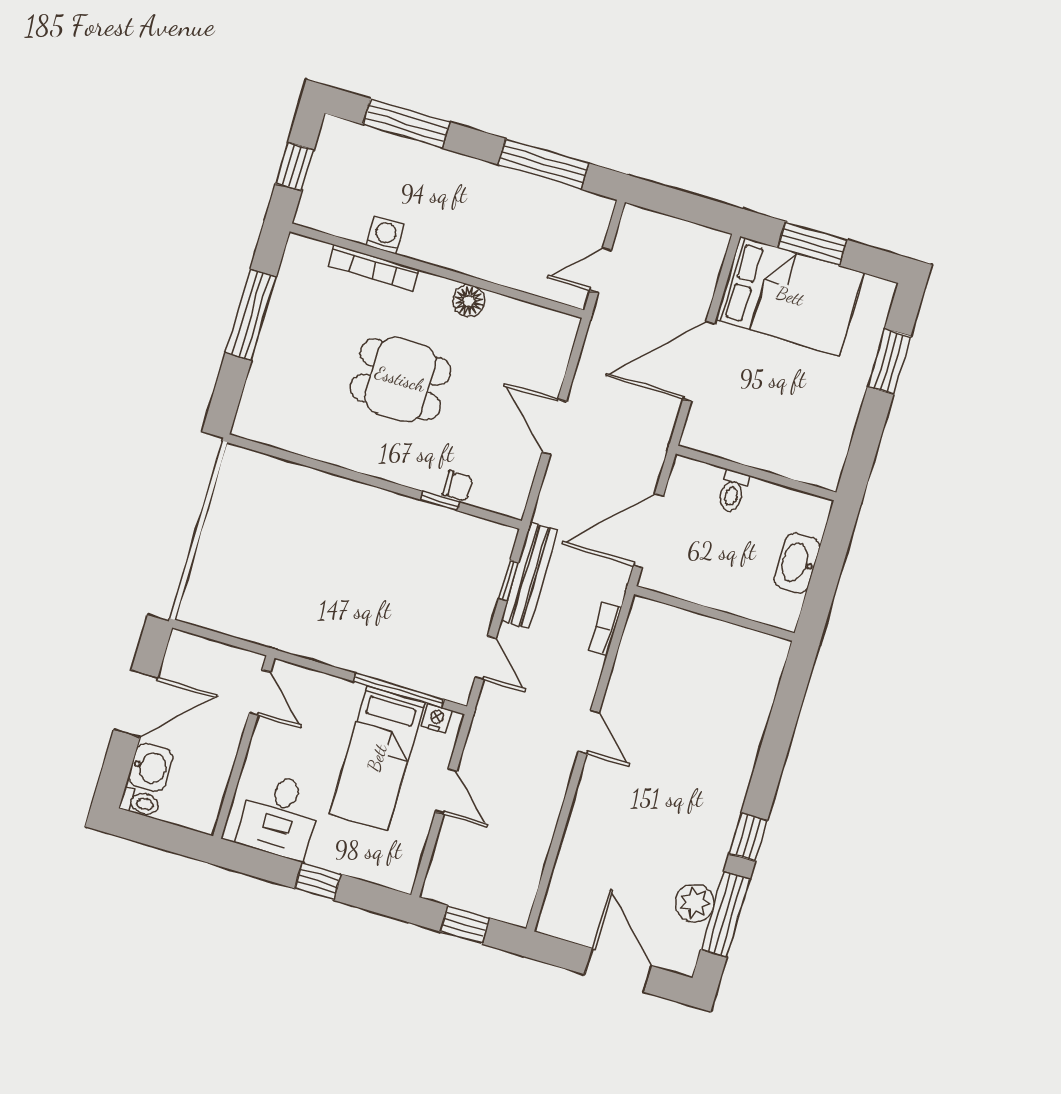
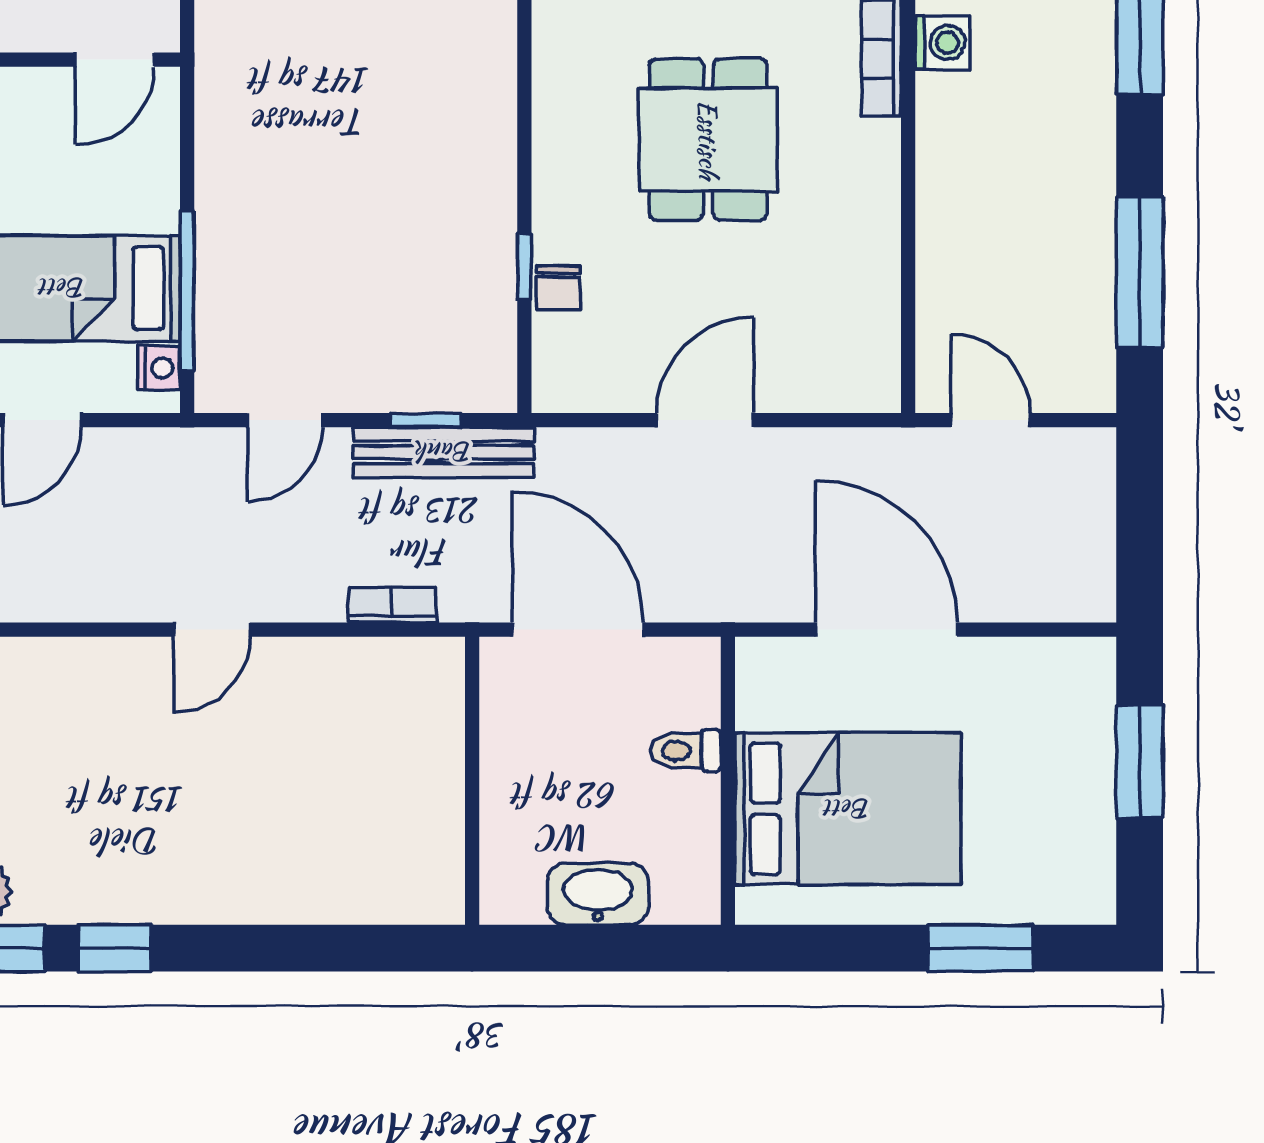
bed: (790, 296) -> (848, 809), moved, turned -90
floor lamp: (469, 301) -> (873, 215), removed

